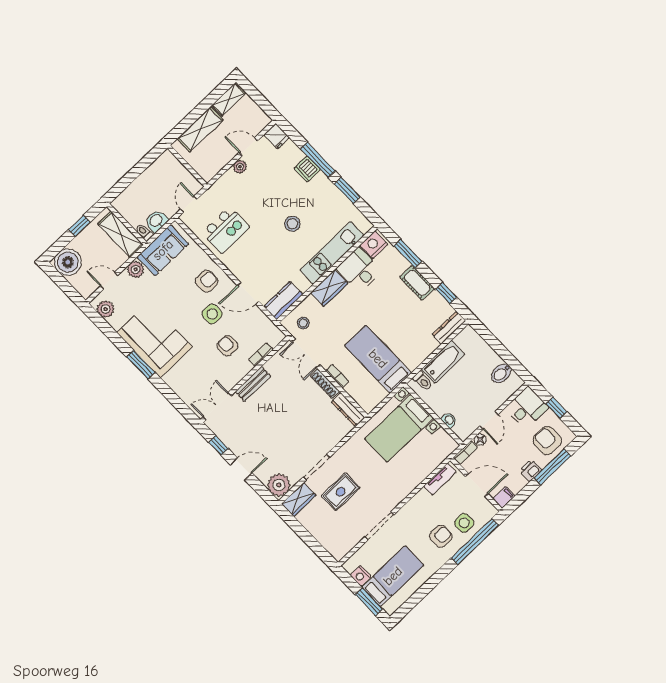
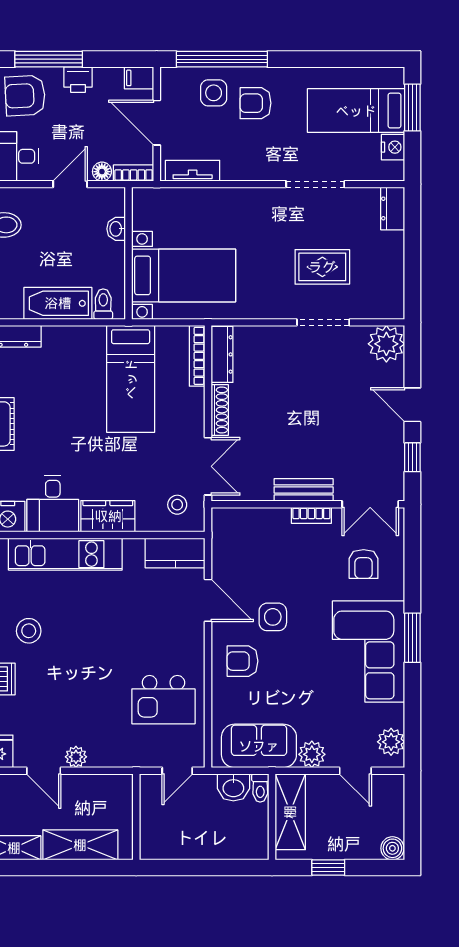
stool: (292, 224) -> (29, 631), moved
kitchen island: (225, 230) -> (163, 700), turned 180
boiler: (68, 262) -> (392, 848), width x0.54, depth x0.54
armchair: (227, 346) -> (364, 564), moved
bookcase: (261, 355) -> (311, 515), moved
bookcase: (337, 376) -> (197, 356), moved, width x1.56
armchair: (547, 440) -> (25, 96), turned 87
wardrobe: (299, 500) -> (380, 305), removed
dresser: (334, 548) -> (393, 208), added

